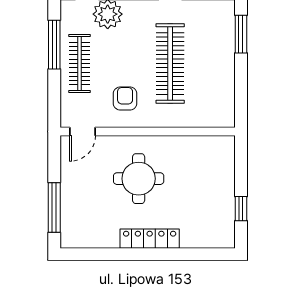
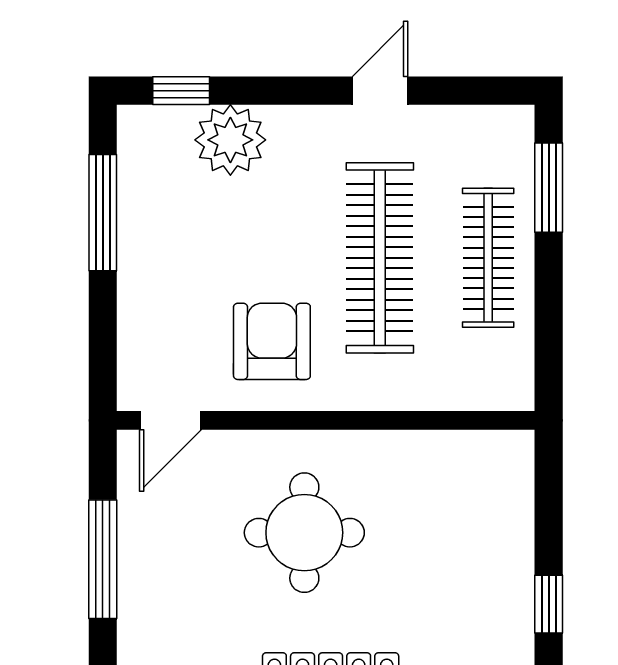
clothes rail: (80, 63) -> (488, 258), moved
armchair: (125, 98) -> (272, 341), width x1.38, depth x1.38
window: (54, 207) -> (103, 559), moved

